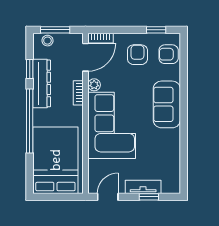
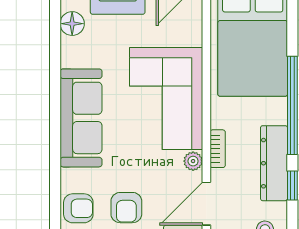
sofa: (167, 104) -> (81, 118), width x1.36
floor lamp: (173, 174) -> (72, 24), added

